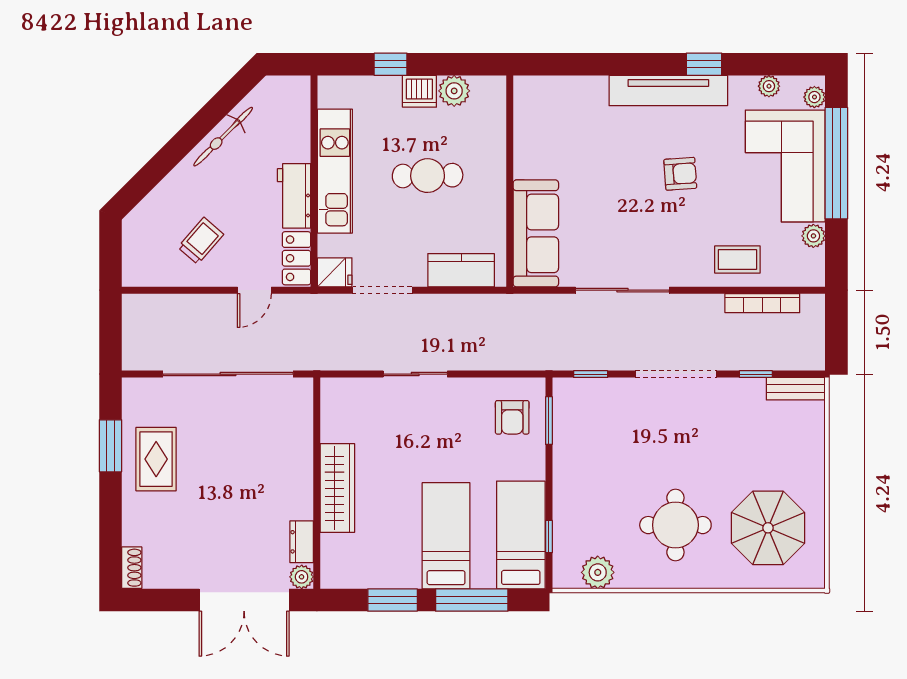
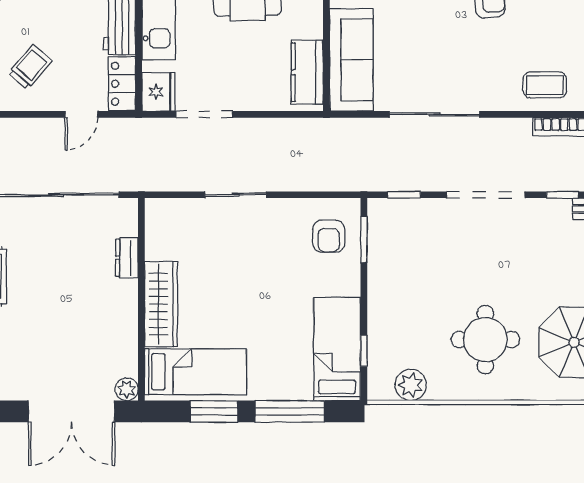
kitchen counter: (461, 270) -> (307, 72), moved, turned -90
fridge: (335, 272) -> (158, 92), width x1.38
bed: (446, 536) -> (195, 372), moved, turned 90
dresser: (302, 542) -> (127, 258), moved

